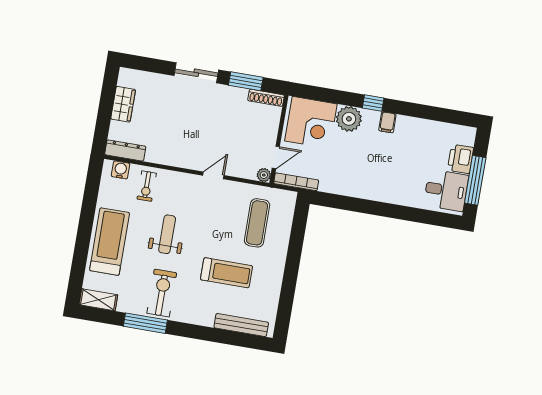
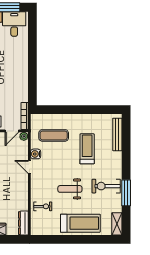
door: (276, 157) -> (12, 131), swing flipped
water cooler: (121, 170) -> (36, 154), moved
treadmill: (110, 242) -> (80, 223), turned 180

